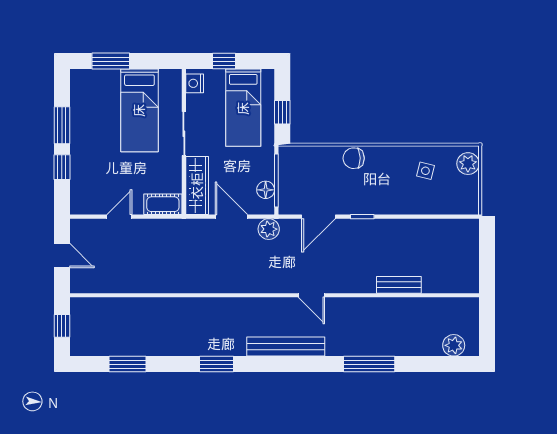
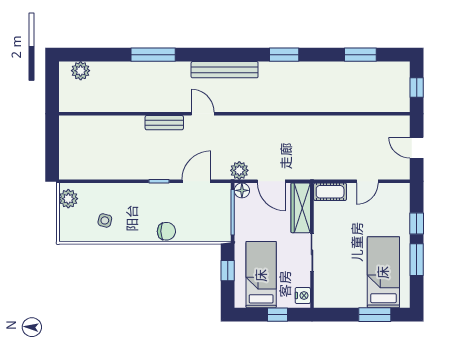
bed: (139, 110) -> (383, 272), moved
plant: (468, 164) -> (68, 199), moved
floor lamp: (266, 190) -> (242, 190), moved
bench: (399, 285) -> (164, 123), moved

